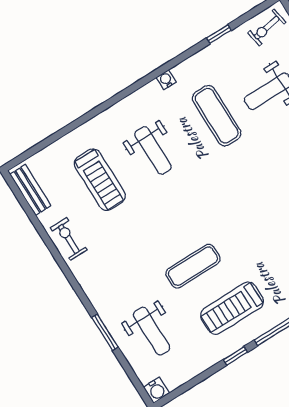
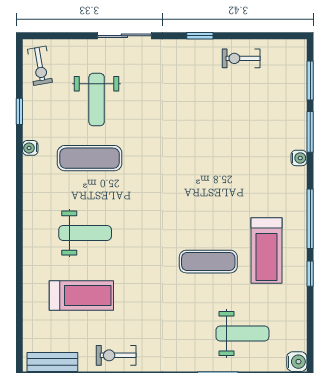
water cooler: (166, 80) -> (30, 148), moved
exercise mat: (193, 266) -> (208, 262), turned 90

